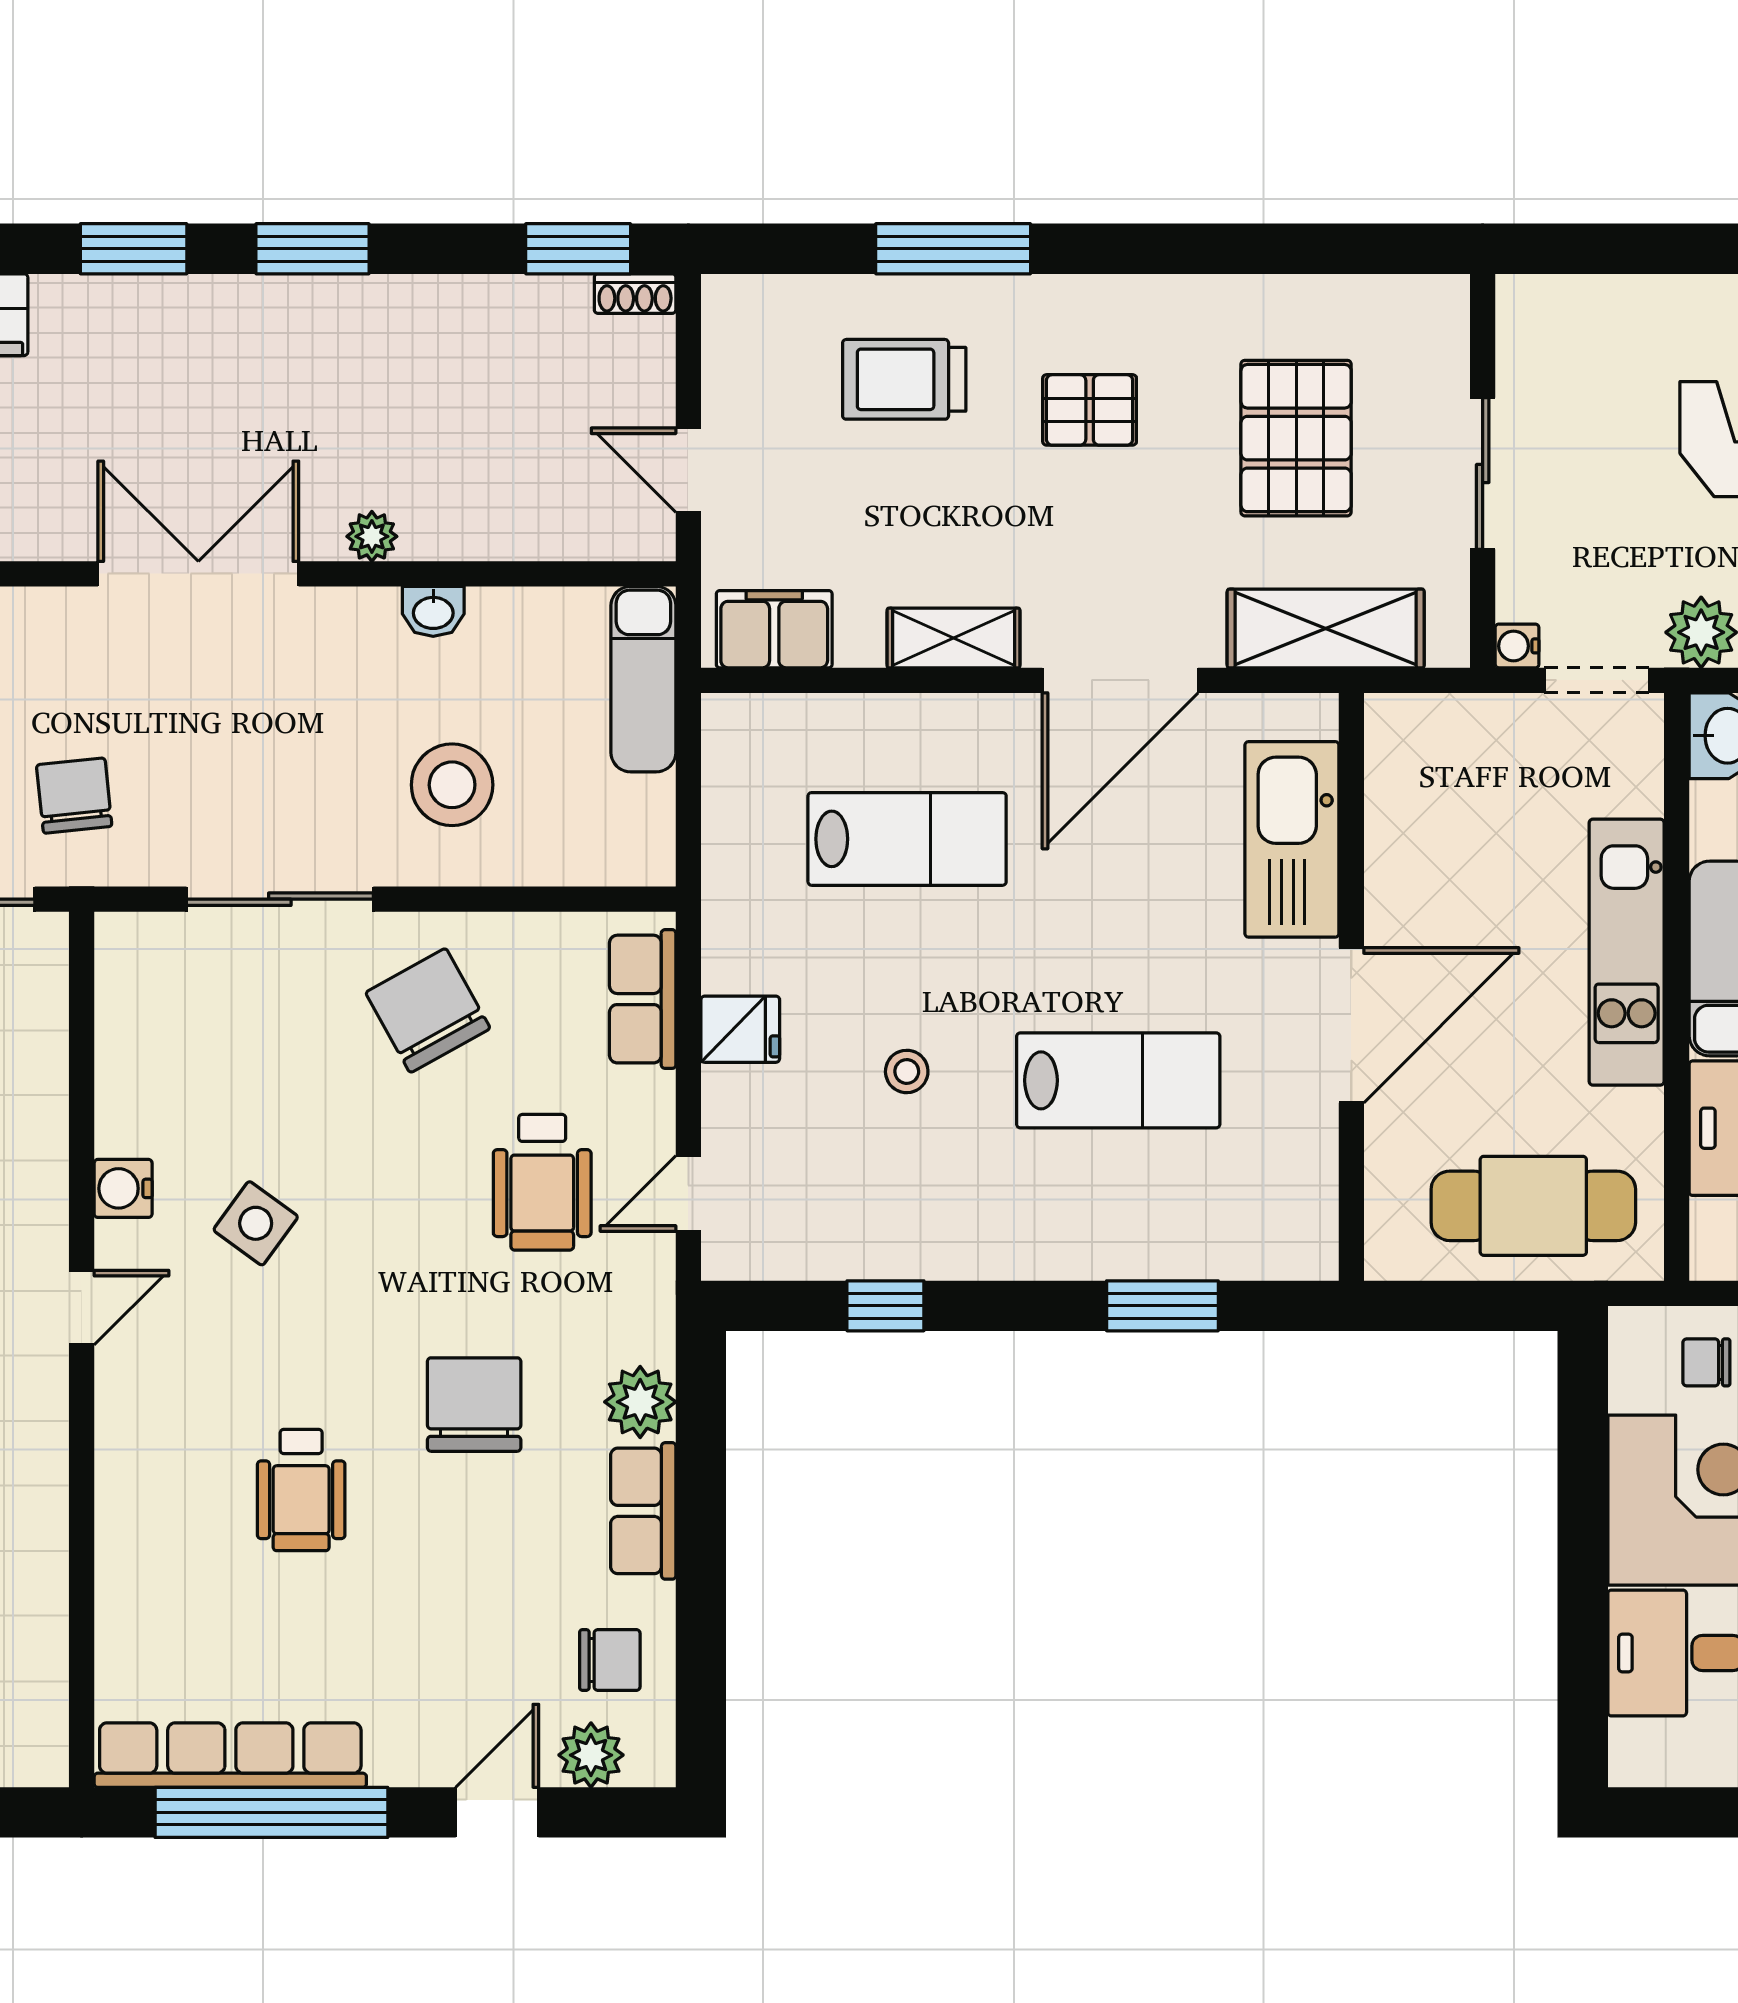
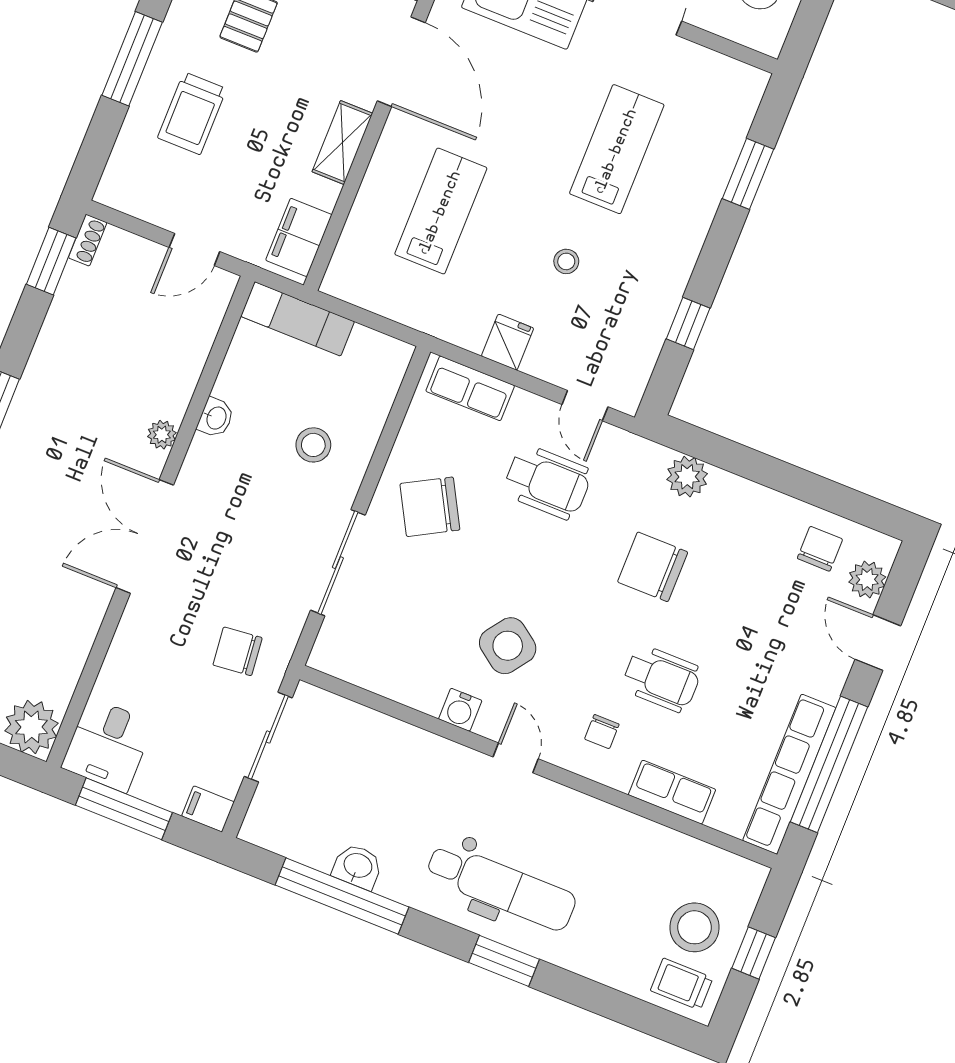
stool: (452, 785) -> (313, 445), width x0.73, depth x0.73
side table: (256, 1223) -> (508, 646), width x1.37, depth x1.37
chair: (179, 1429) -> (602, 732), added
row of seats: (643, 1511) -> (672, 792), moved, turned 180

